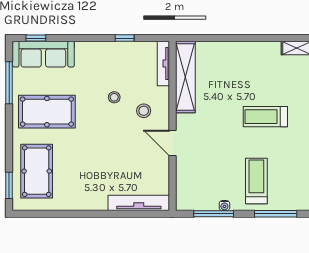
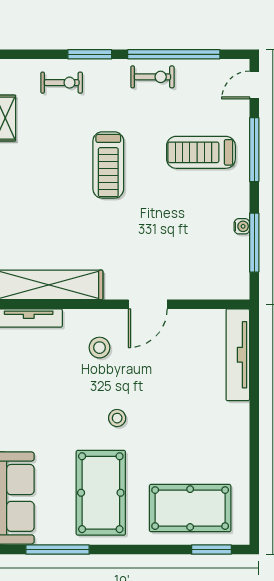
stool: (114, 97) -> (117, 418), moved
treadmill: (256, 181) -> (201, 152), moved

